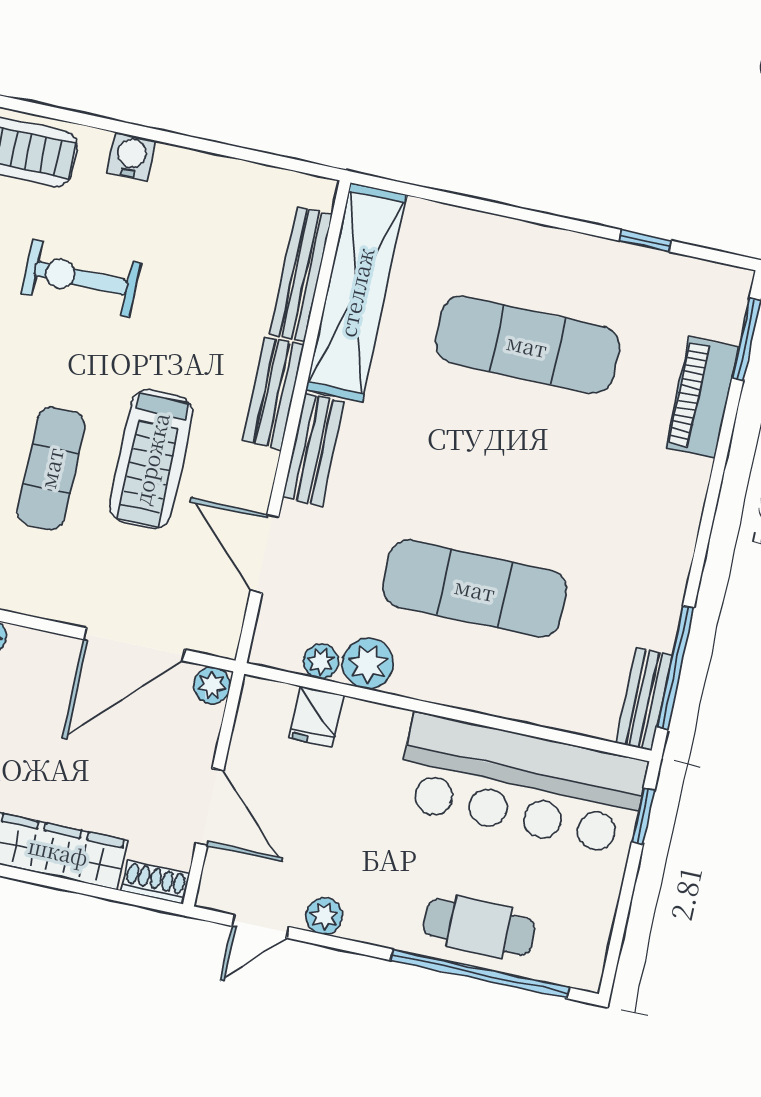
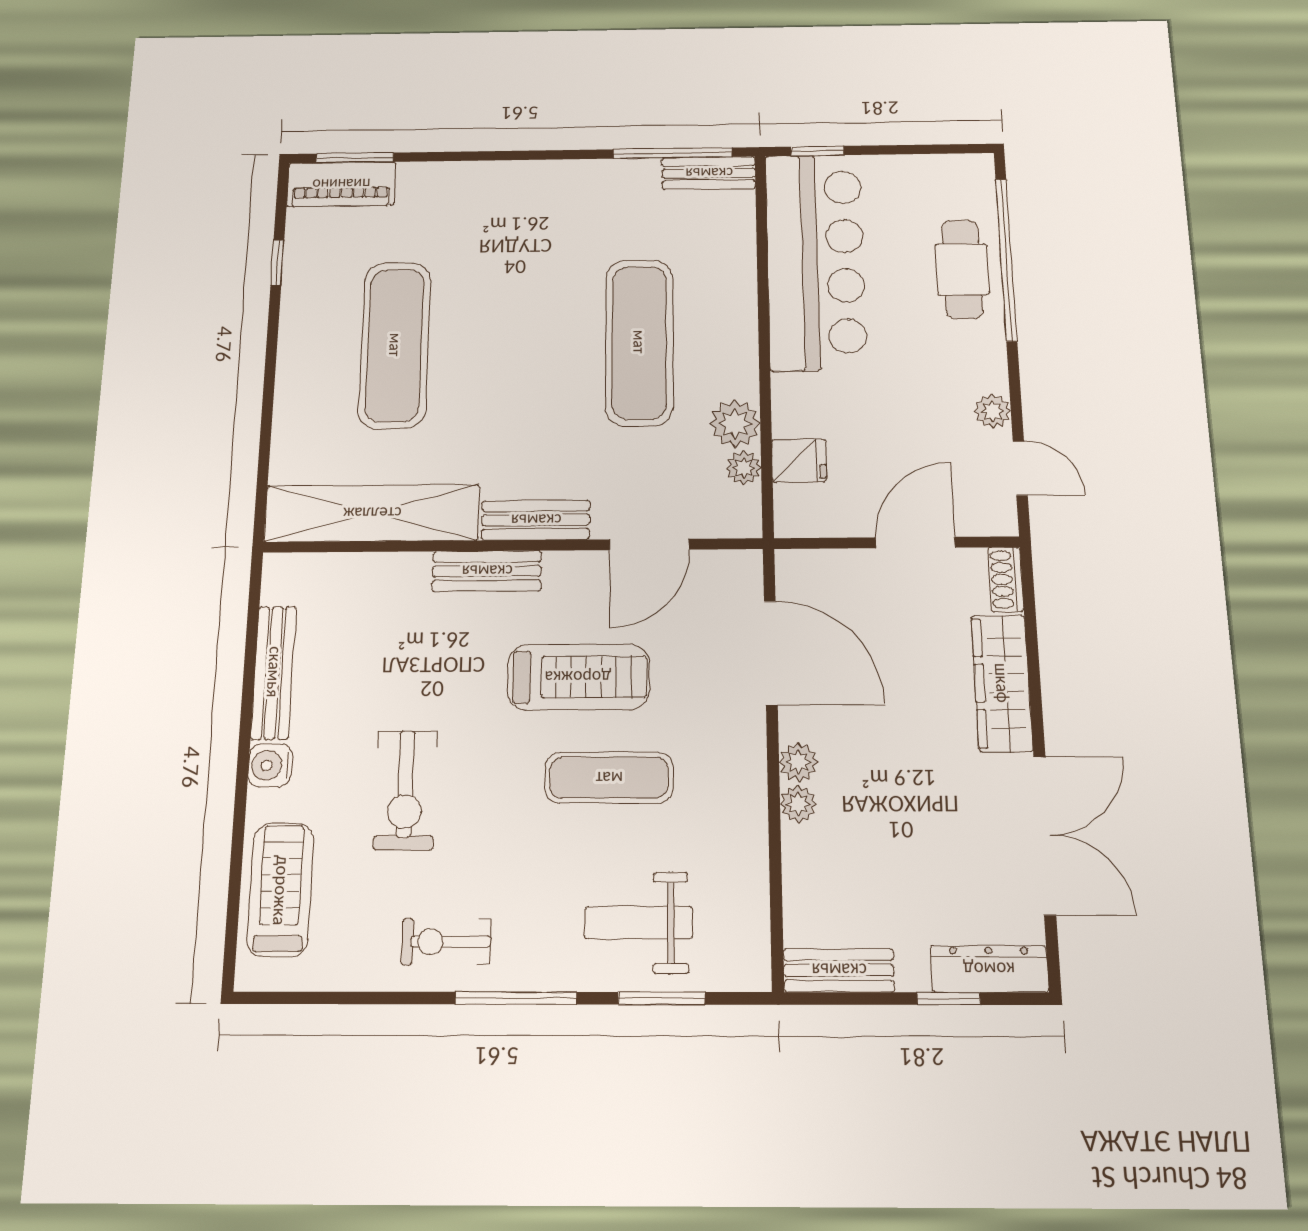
bench: (301, 274) -> (274, 672), moved, turned 90
piano: (702, 398) -> (341, 184), moved
plant: (212, 685) -> (798, 762), moved

